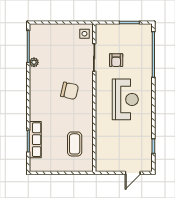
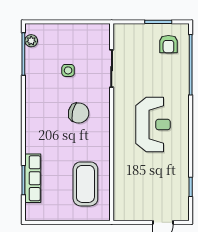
side table: (84, 34) -> (68, 70), moved
armchair: (116, 60) -> (168, 44), moved
plant: (34, 62) -> (31, 41), moved
coffee table: (75, 144) -> (85, 184), width x1.36, depth x1.32

